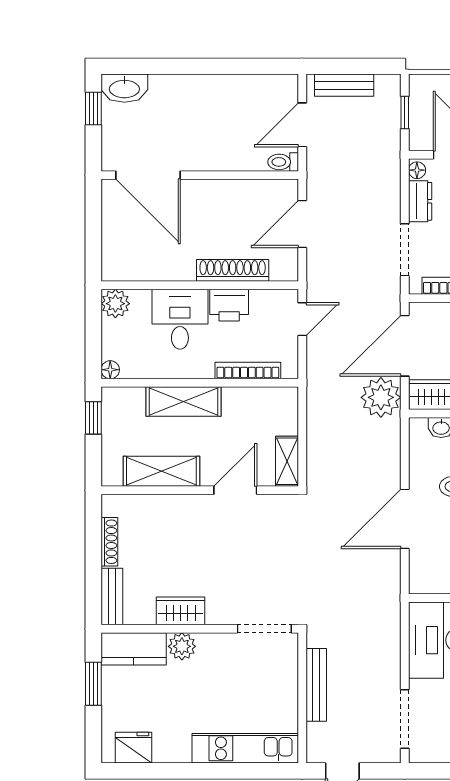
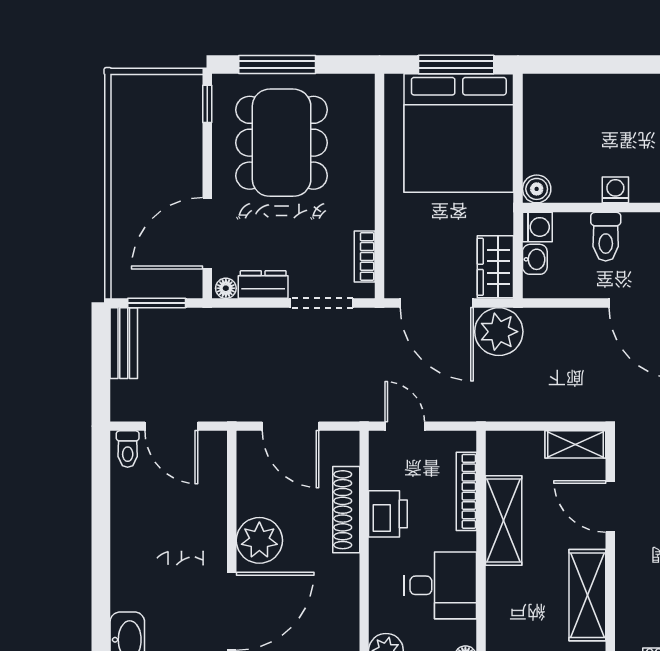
bench: (344, 85) -> (124, 343), moved
window: (405, 113) -> (157, 303), width x1.50
toilet: (283, 162) -> (128, 449), moved
plant: (207, 198) -> (259, 540), added
desk: (180, 319) -> (440, 585), moved, turned 180
shelving: (183, 402) -> (504, 521), moved

